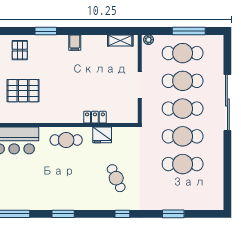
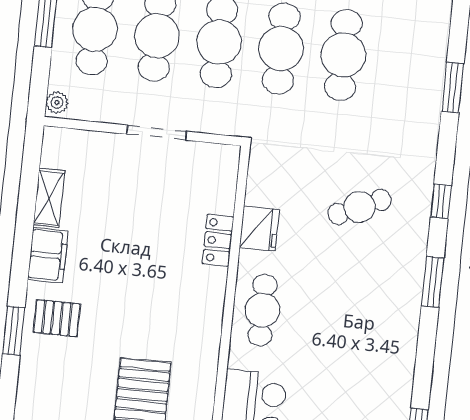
shelving: (120, 40) -> (49, 198), moved
filing cabinet: (75, 43) -> (48, 255), width x2.00
pallet: (20, 50) -> (57, 318), moved
window: (63, 214) -> (433, 282), moved

